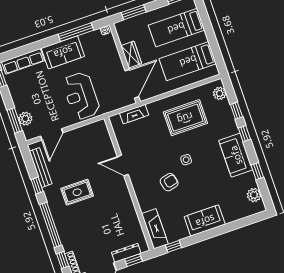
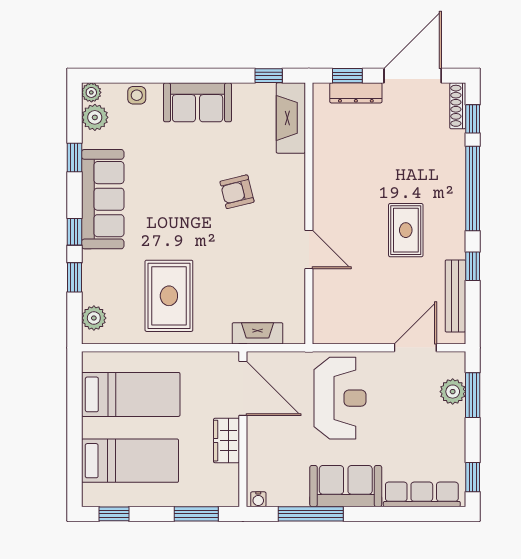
door: (132, 84) -> (243, 388), swing flipped
rug: (185, 118) -> (169, 296), turned 90
sofa: (236, 155) -> (103, 199), width x1.36
side table: (186, 160) -> (137, 95), moved
rug: (77, 192) -> (406, 230), turned 90
plant: (260, 207) -> (91, 92), added

